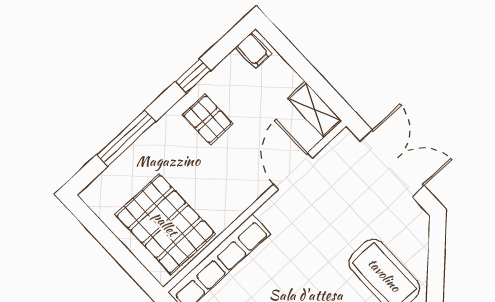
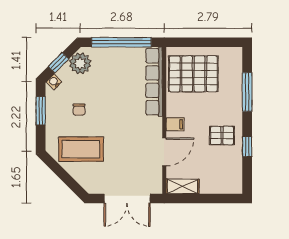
filing cabinet: (253, 50) -> (175, 124), moved, turned 180
door: (293, 171) -> (164, 152), hinge flipped

